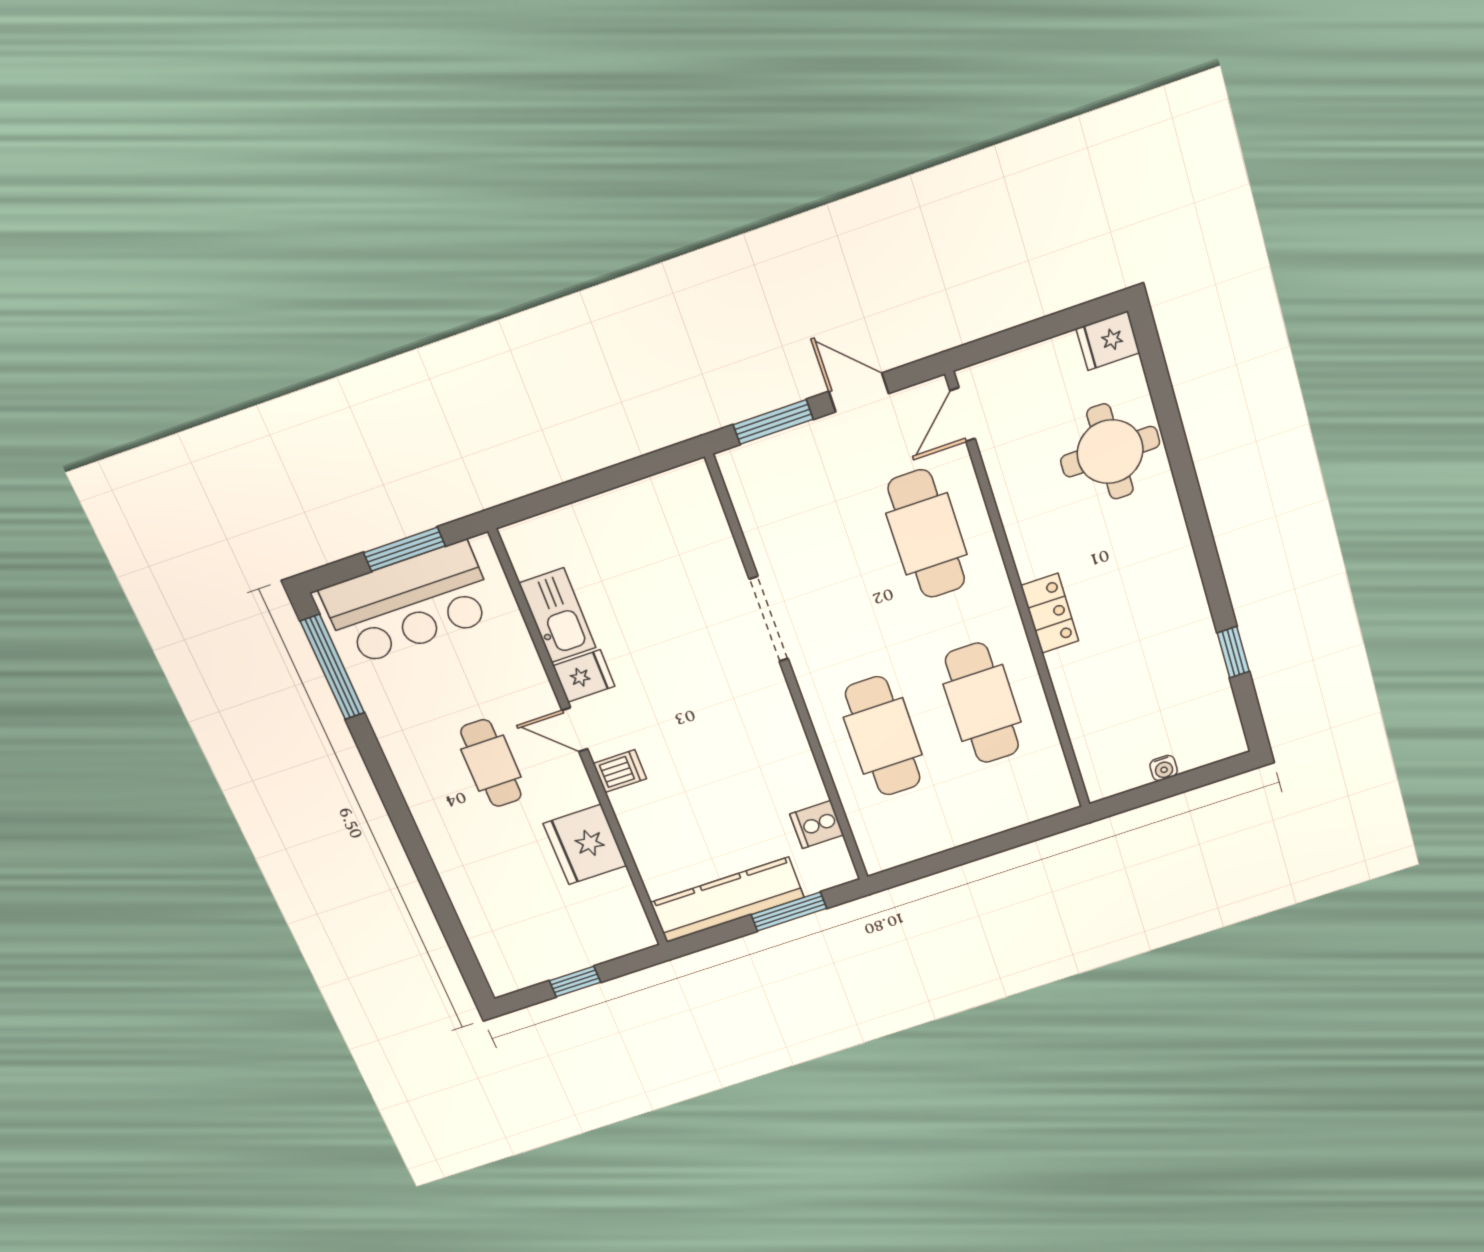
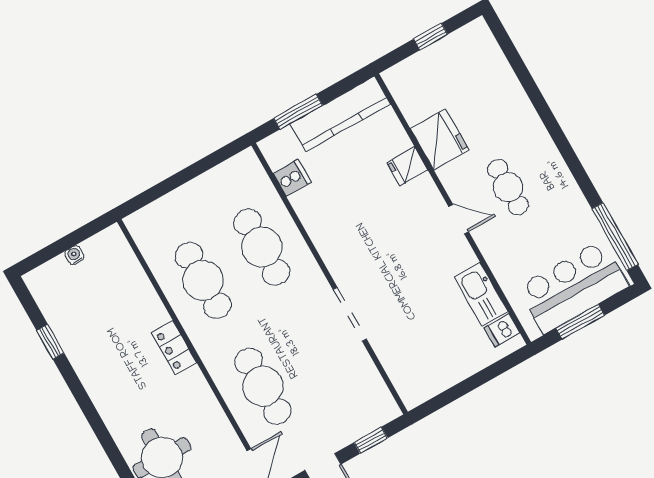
window: (773, 422) -> (371, 440), width x0.67
fridge: (584, 676) -> (407, 166), moved
dishwasher: (620, 771) -> (502, 330), moved

